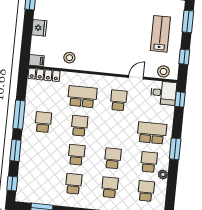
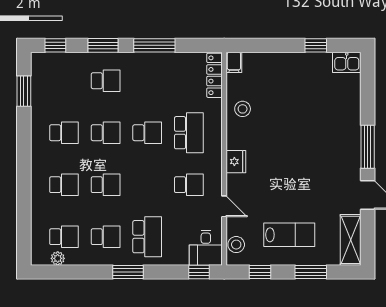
fridge: (39, 28) -> (236, 162), moved, turned -90
school desk: (43, 122) -> (106, 81), moved
plant: (163, 174) -> (58, 258), moved

